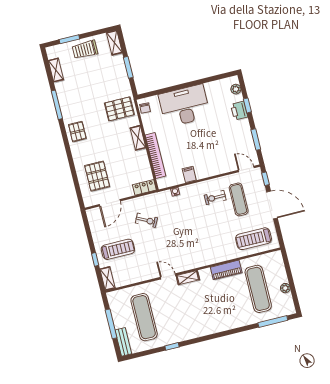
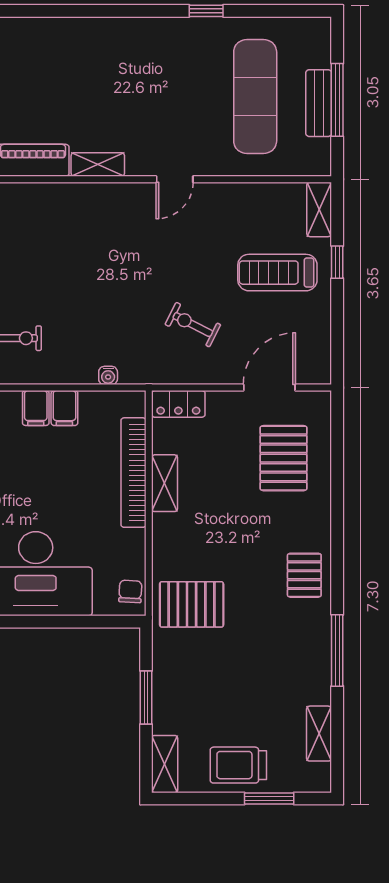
trolley: (85, 50) -> (238, 765), turned 180
shelving: (138, 138) -> (165, 483), moved
filing cabinet: (201, 172) -> (36, 408), added
door: (168, 276) -> (175, 179), hinge flipped
shelving: (188, 278) -> (98, 164), moved
bench: (123, 342) -> (319, 103), moved

